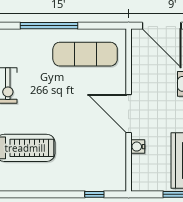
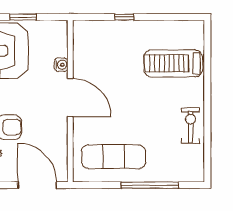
window: (94, 194) -> (124, 17), moved

